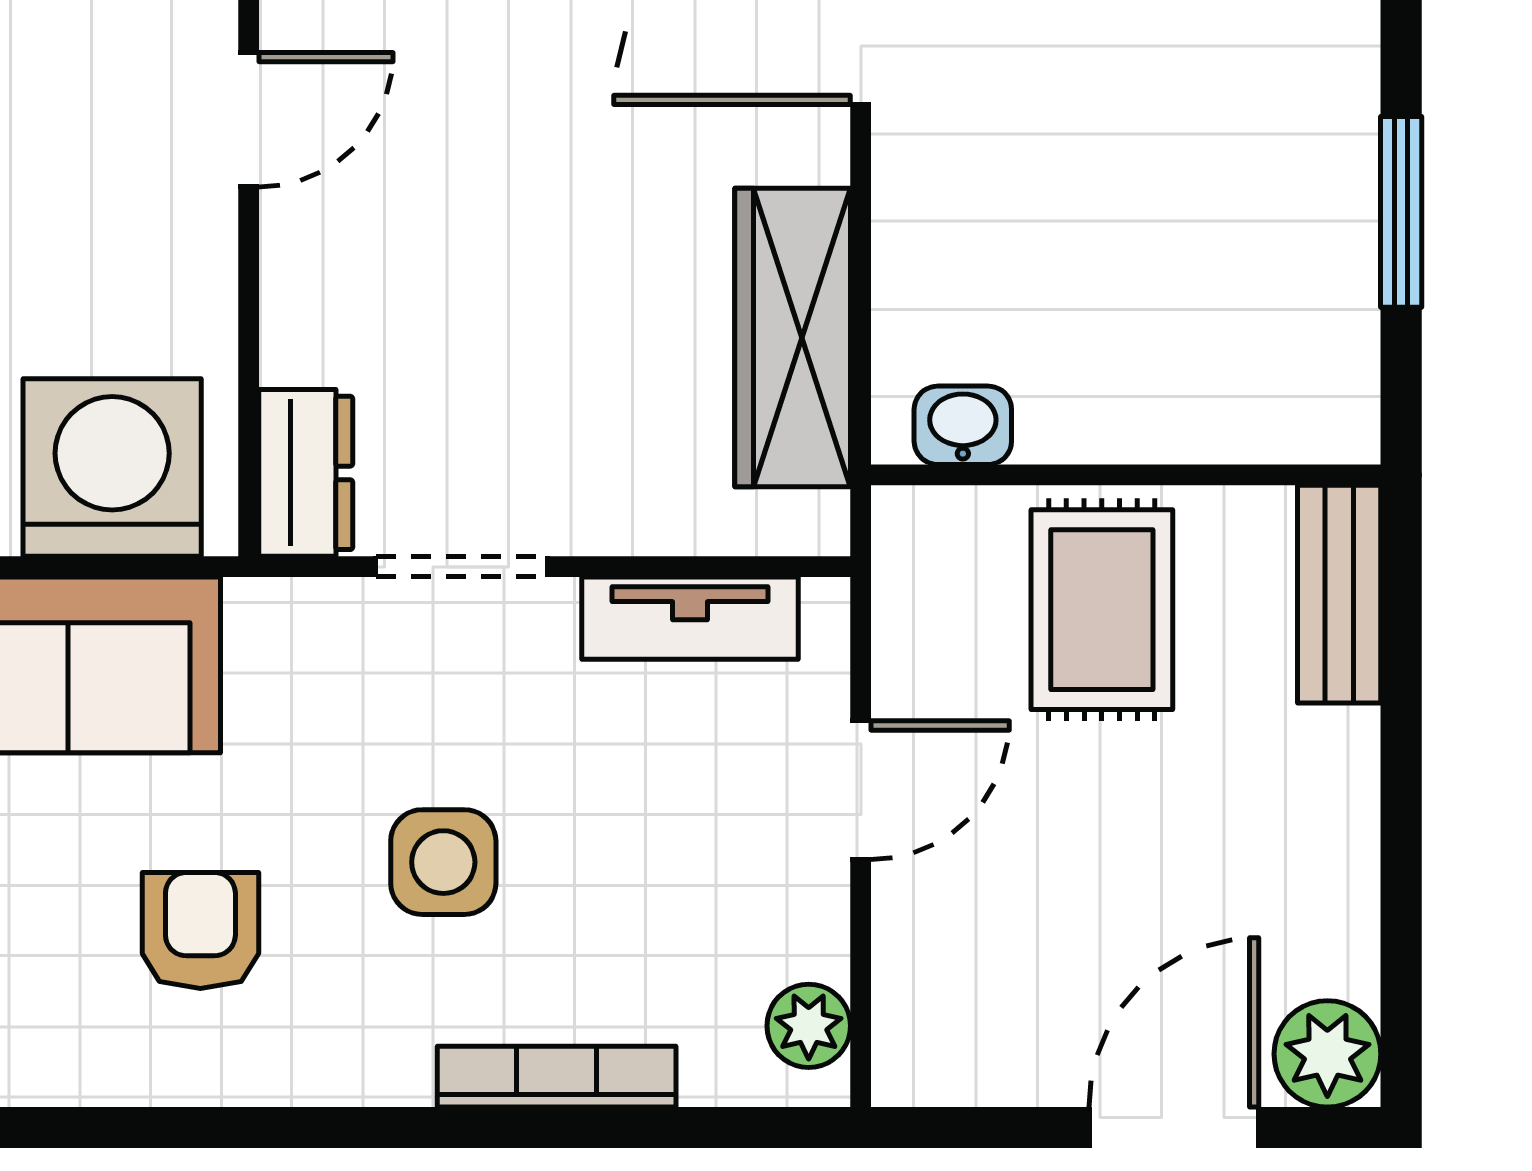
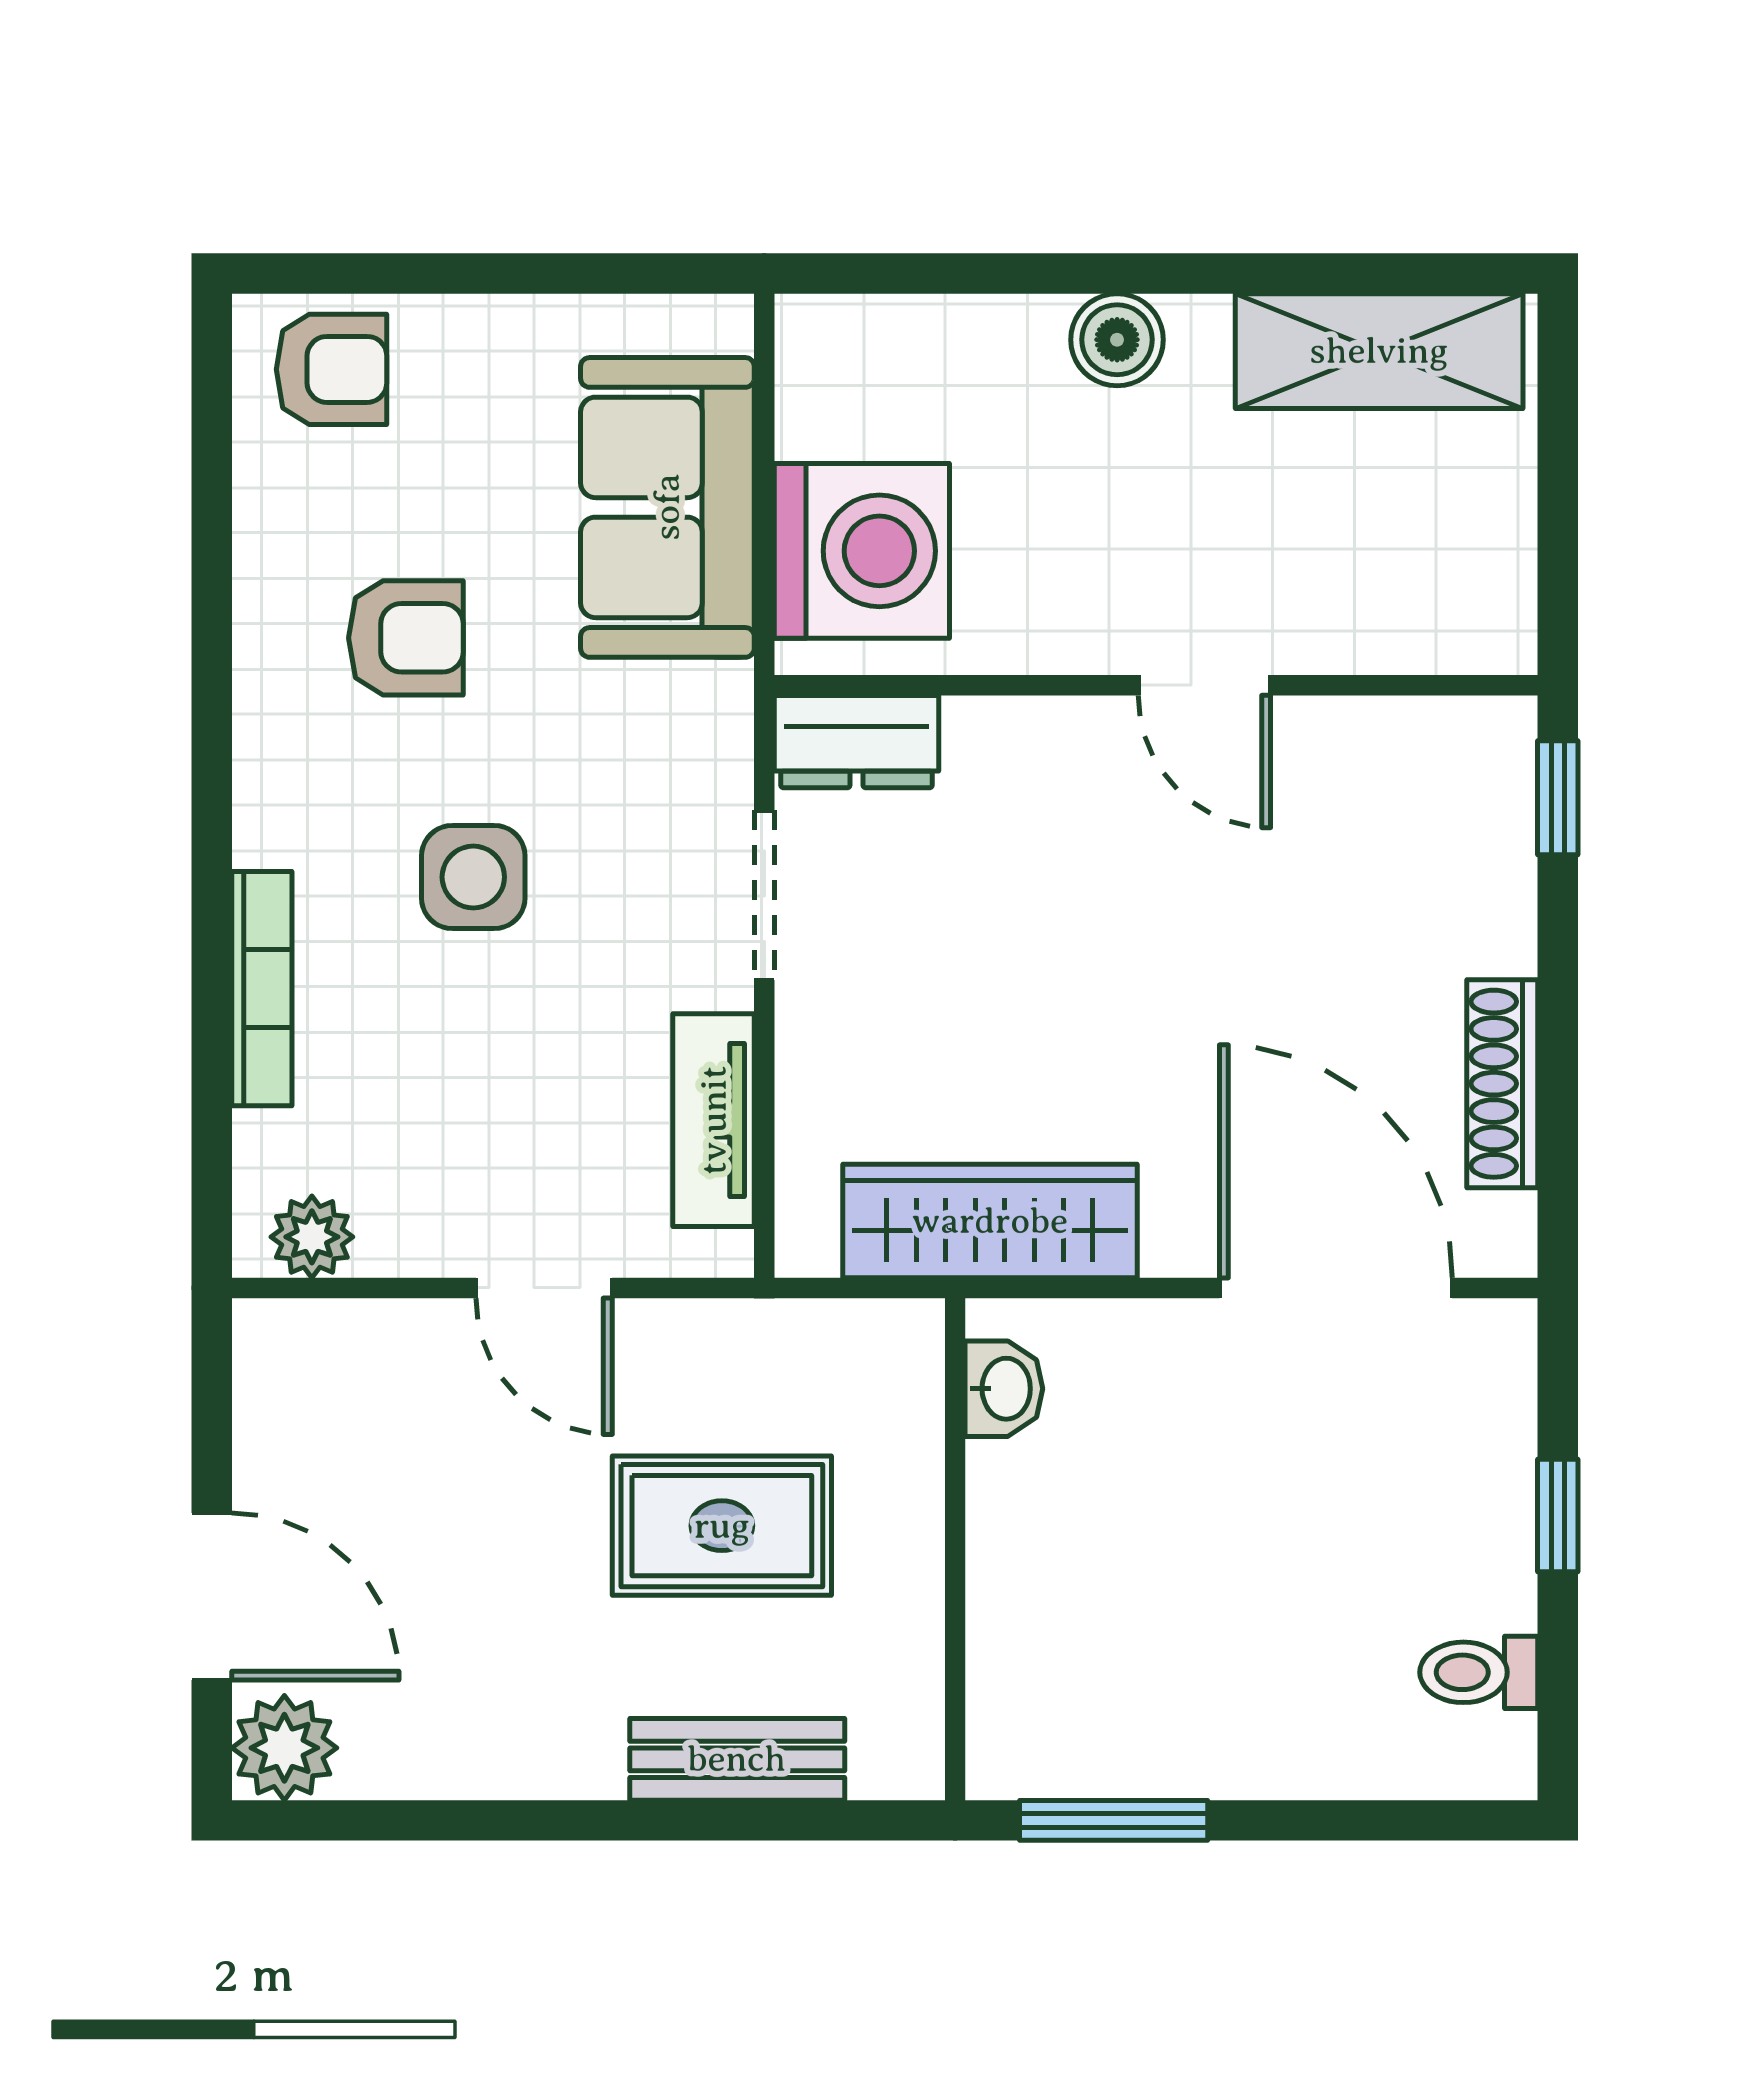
washbasin: (963, 425) -> (1004, 1389), moved
wall: (1126, 475) -> (955, 1549), moved

